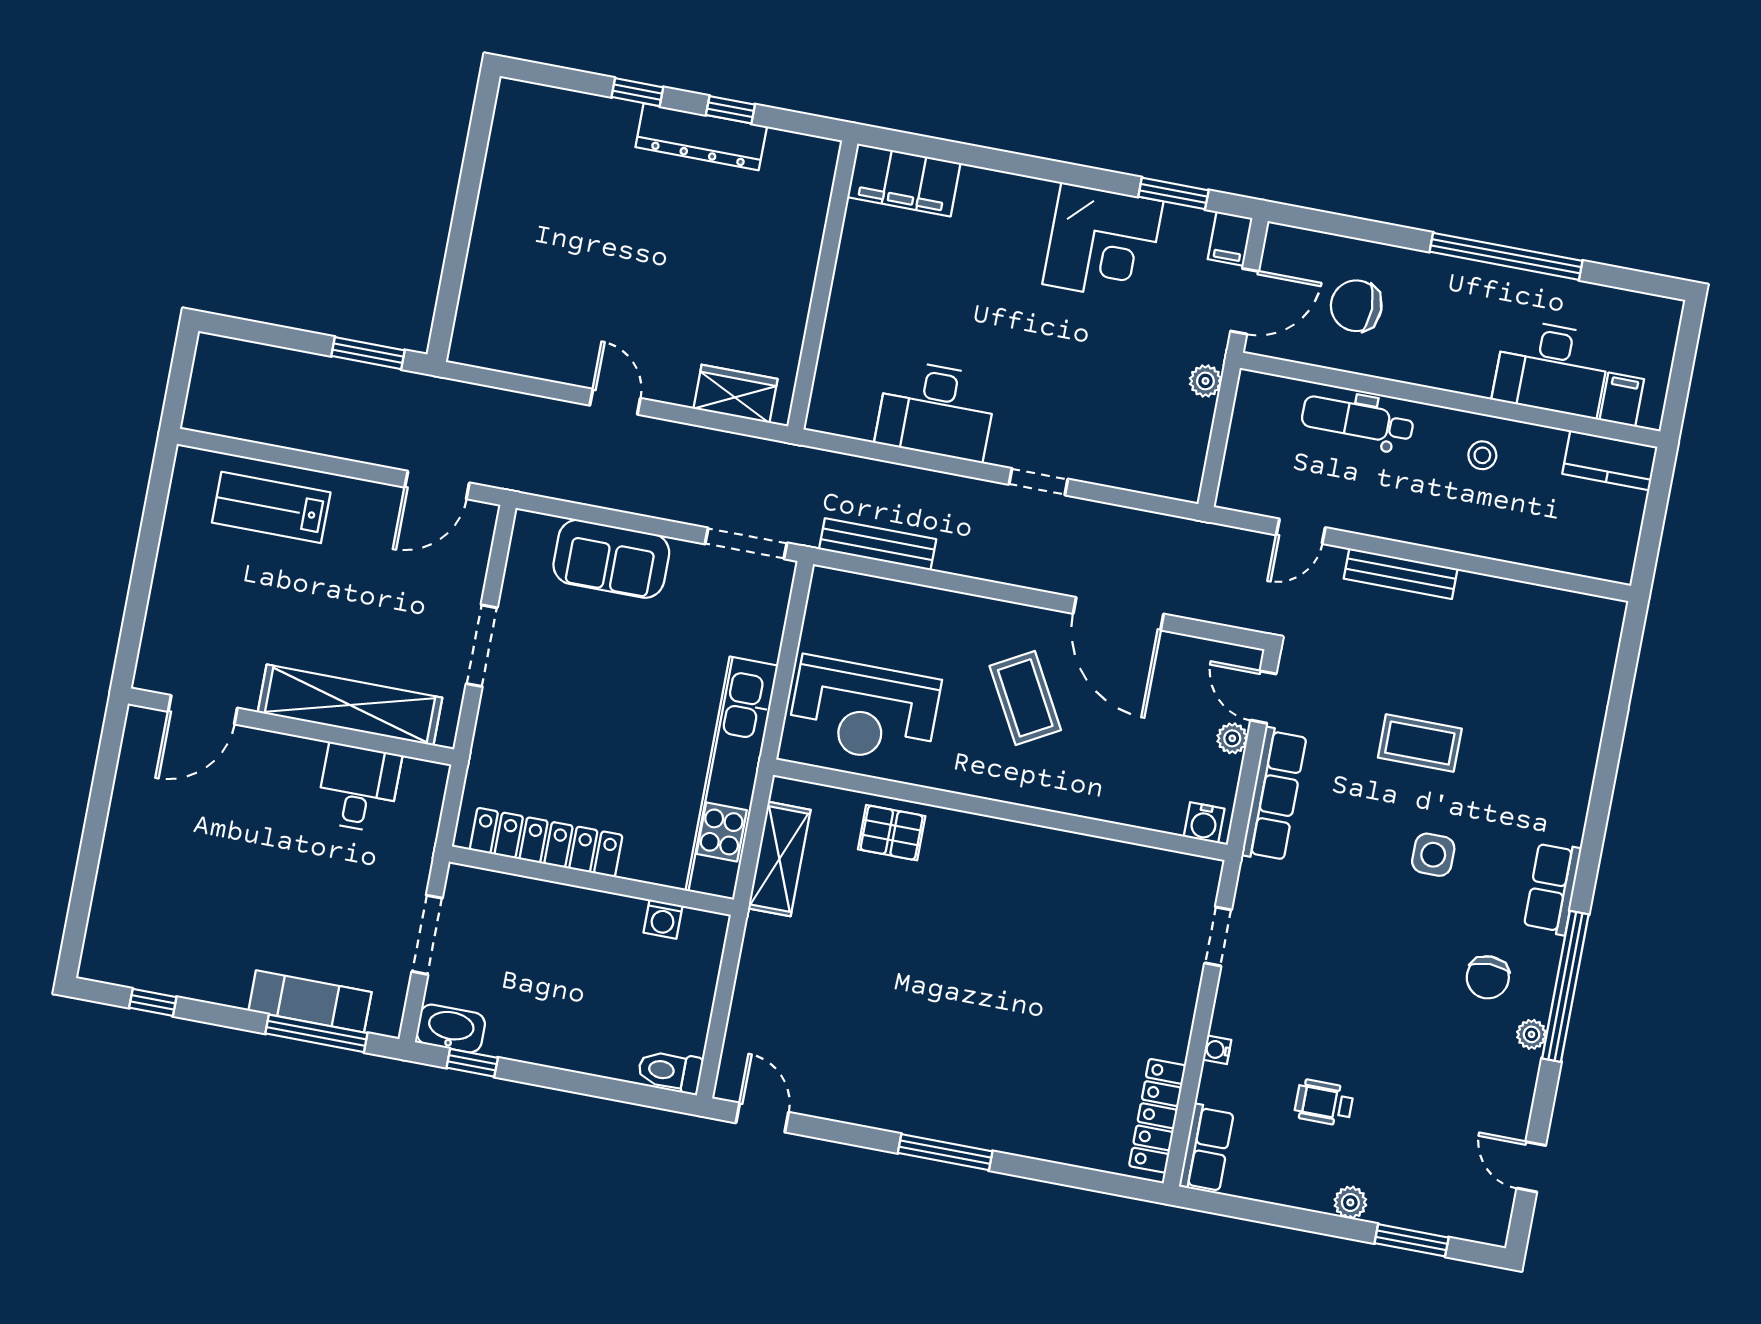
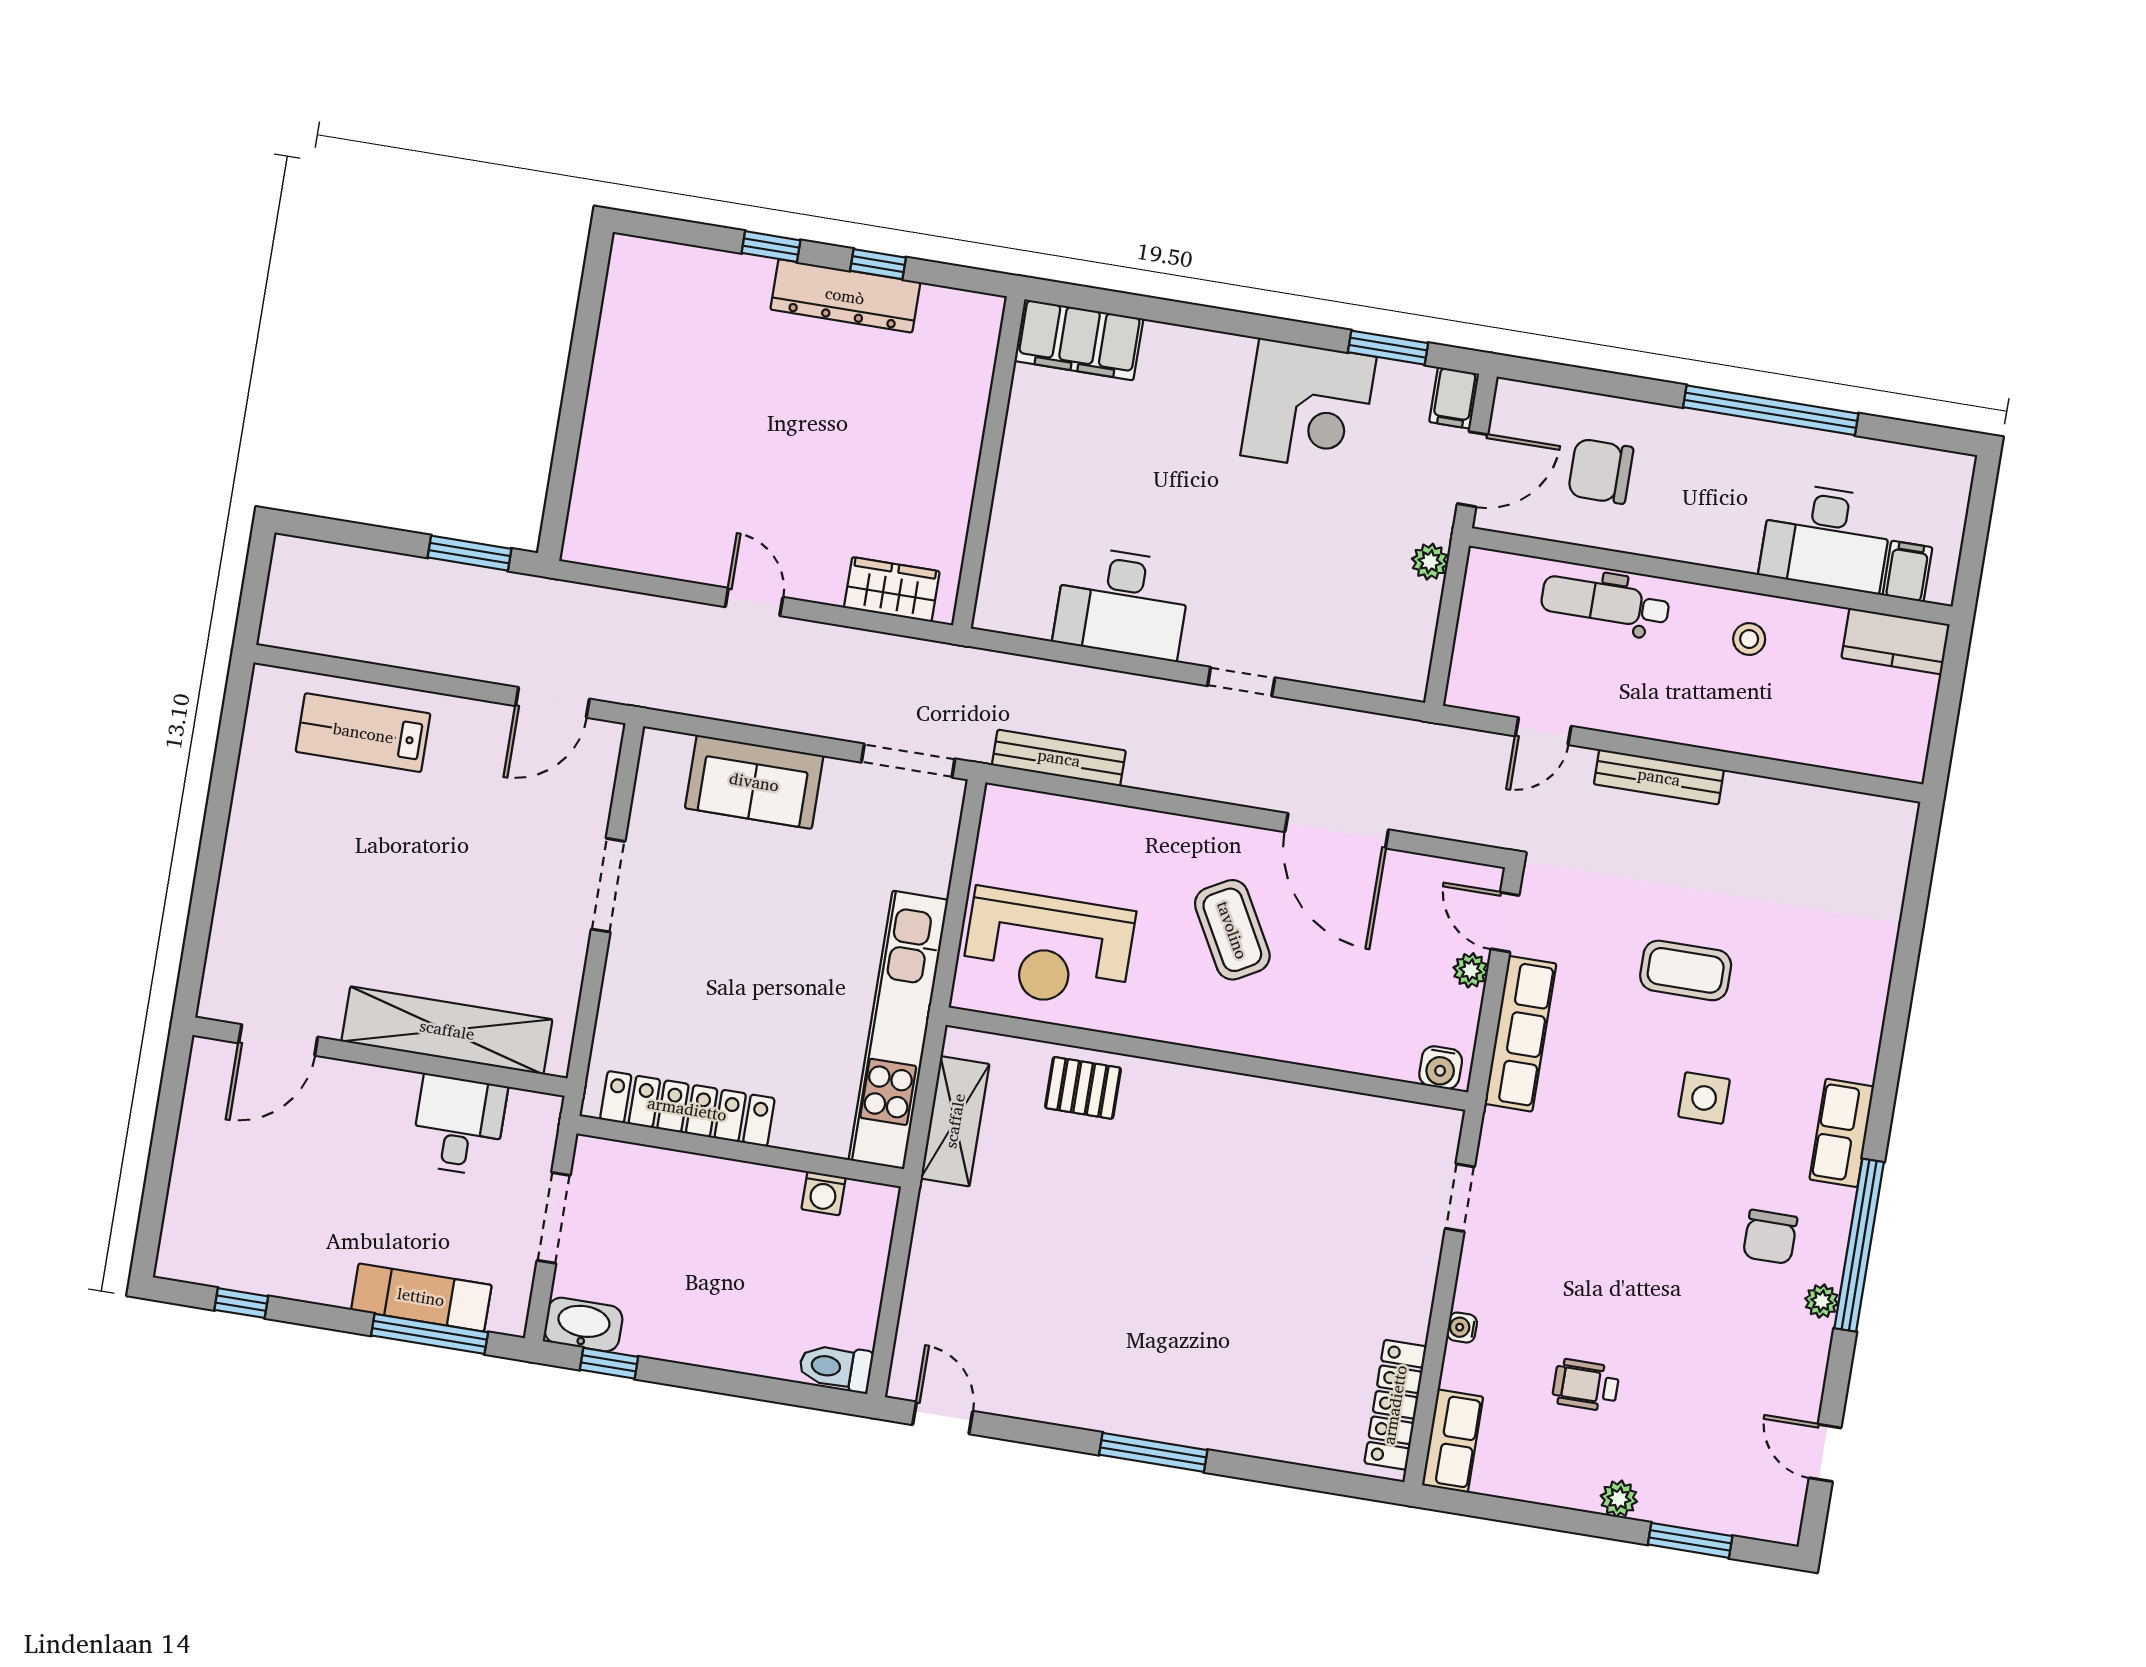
shelving: (350, 705) -> (447, 1030), moved
door: (203, 710) -> (278, 1040), moved
wall: (291, 726) -> (380, 1057), moved
desk: (358, 788) -> (459, 1125), moved

